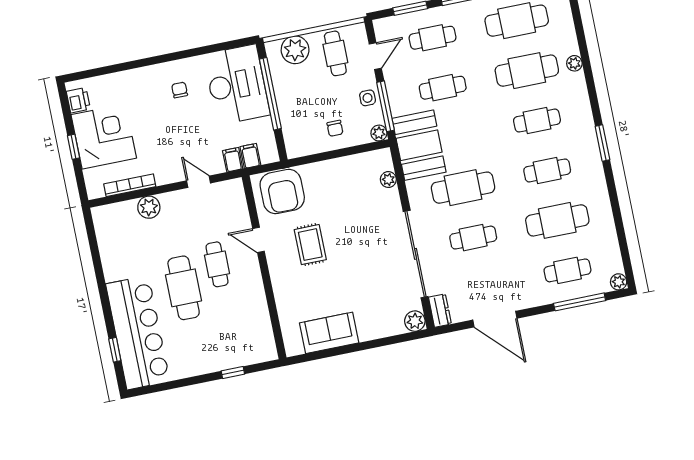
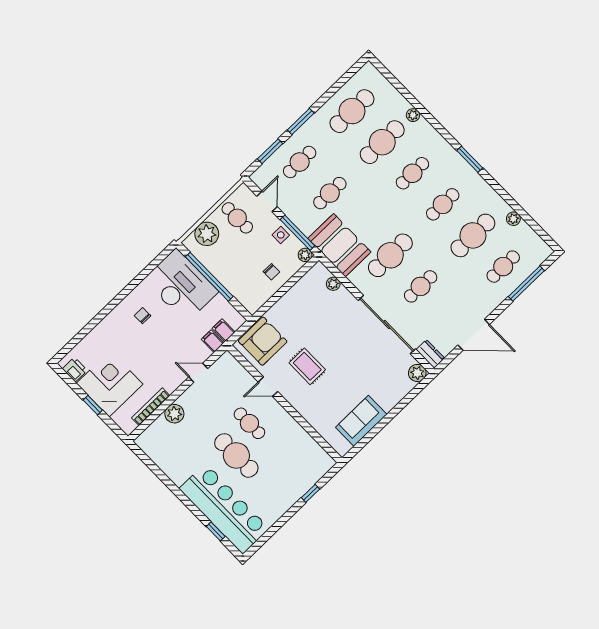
armchair: (282, 191) -> (263, 341), turned -90
plant: (619, 282) -> (513, 219), moved

